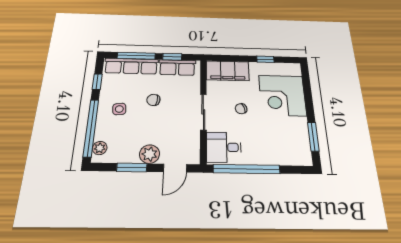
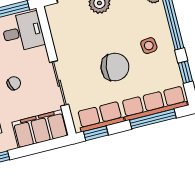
window: (172, 57) -> (96, 133), moved
chair: (153, 100) -> (115, 67), width x1.87, depth x1.87
sliding door: (203, 112) -> (59, 83), moved

